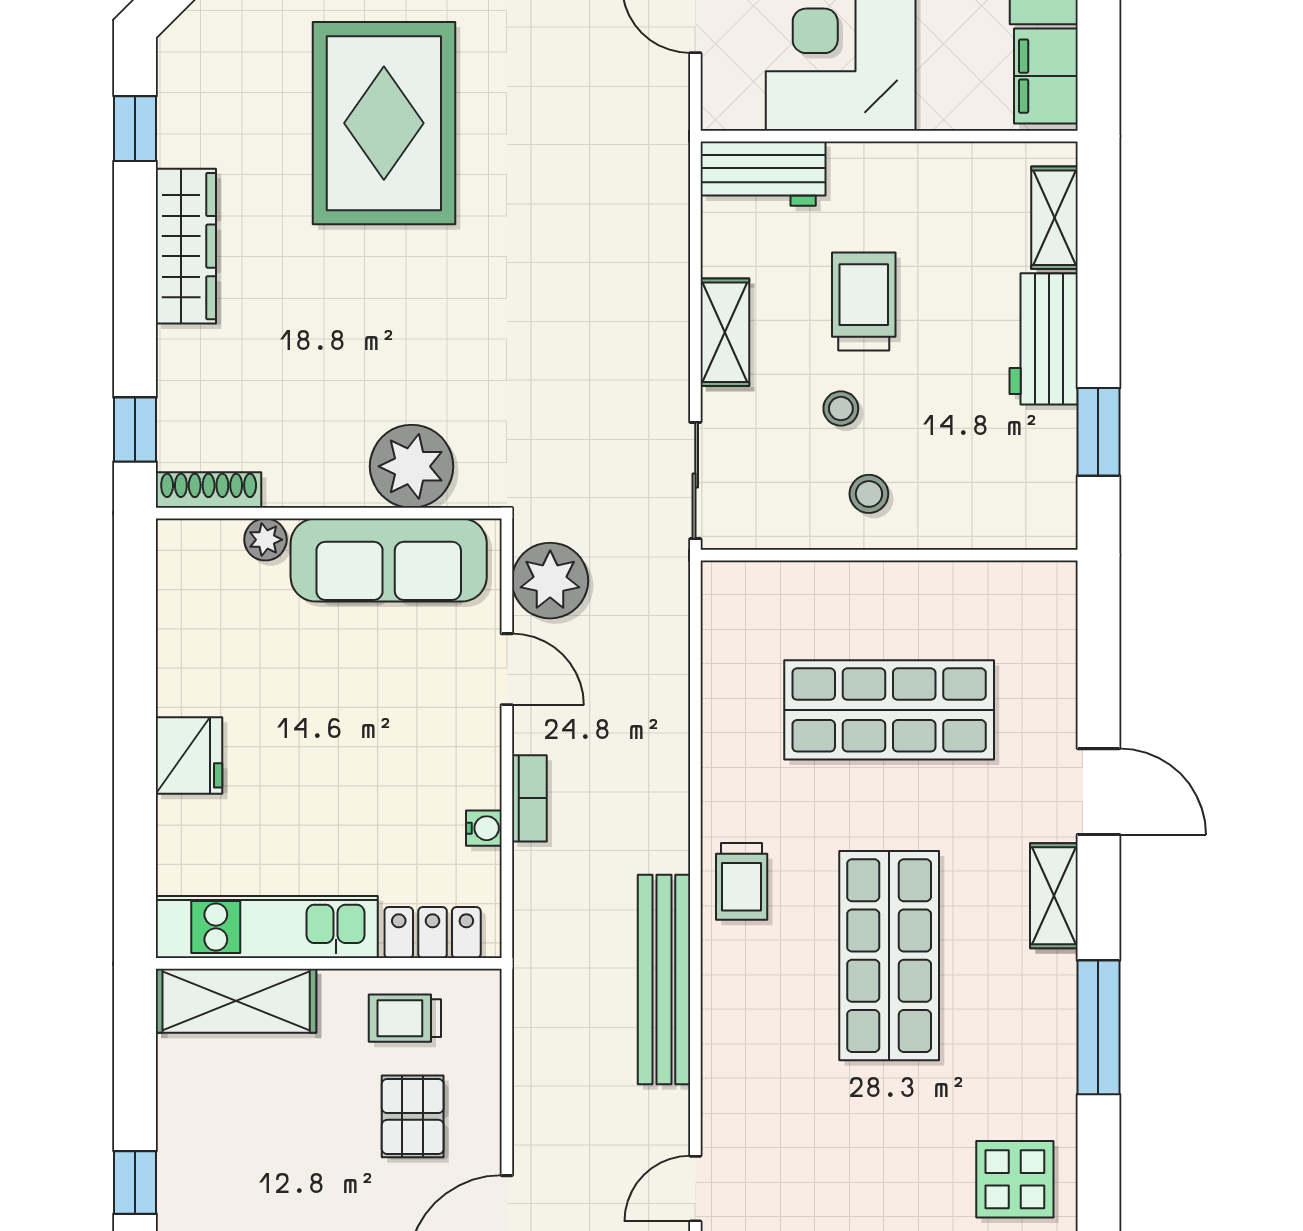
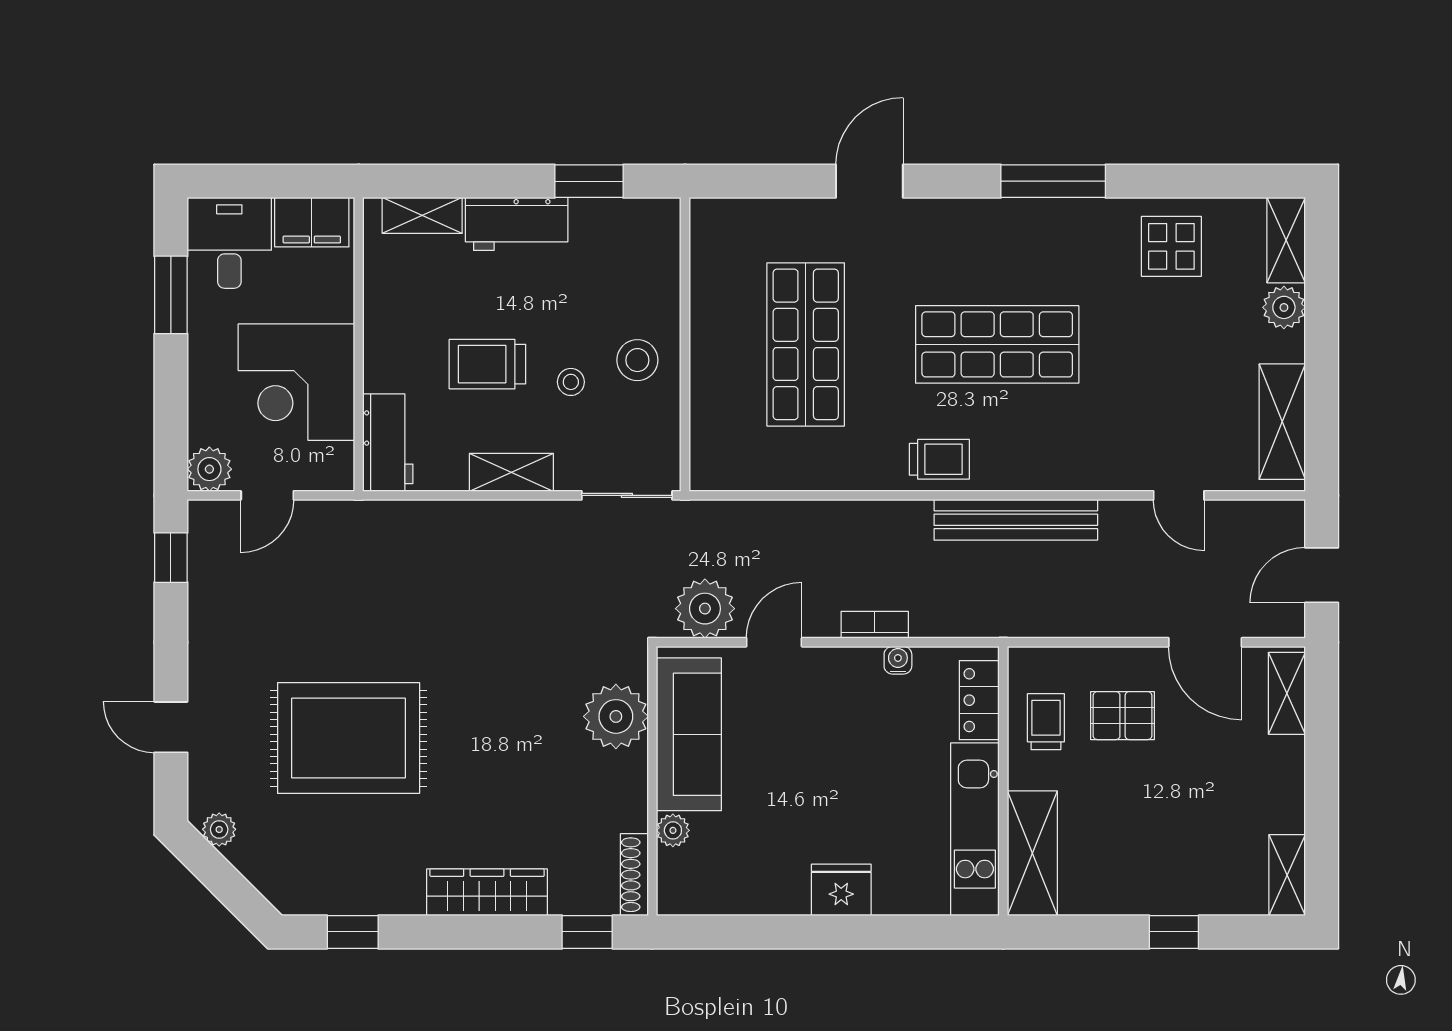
wardrobe: (186, 246) -> (487, 892), moved
stool: (869, 494) -> (637, 360), width x1.37, depth x1.37
shelving: (1054, 896) -> (951, 216), removed
trolley: (405, 1018) -> (1046, 722), turned 180

